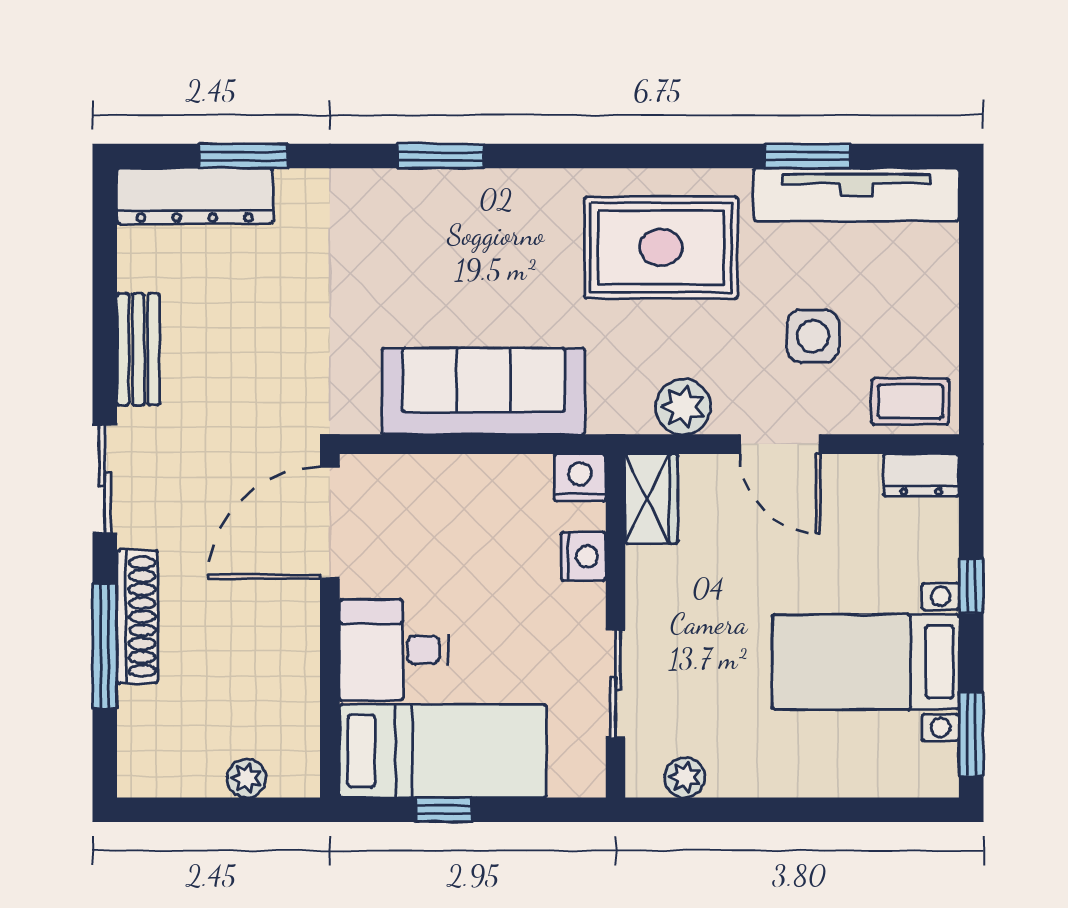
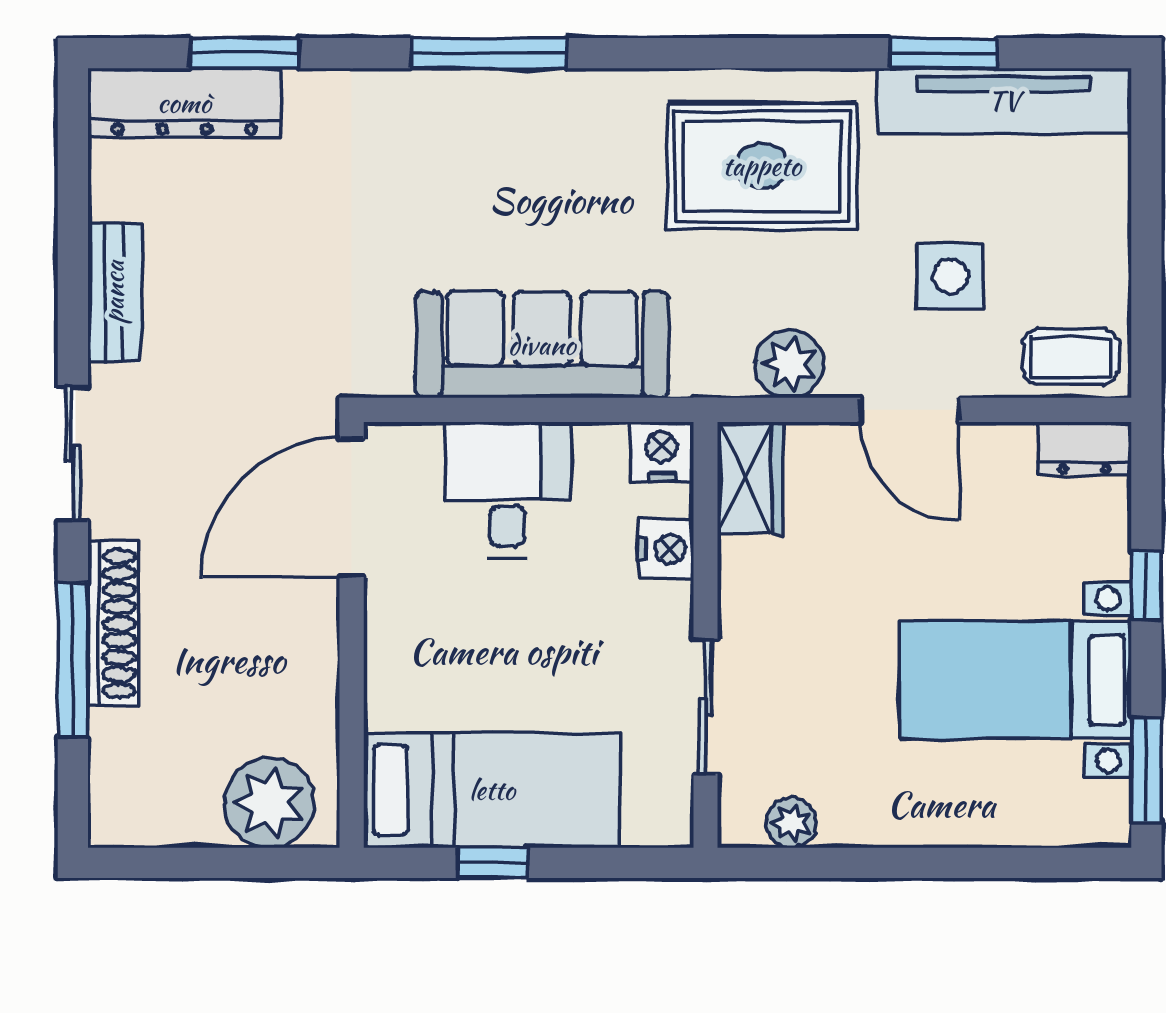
window: (441, 156) -> (489, 53), width x1.44
desk: (394, 650) -> (508, 489), moved, turned 90
plant: (247, 778) -> (269, 803), width x1.88, depth x1.88

